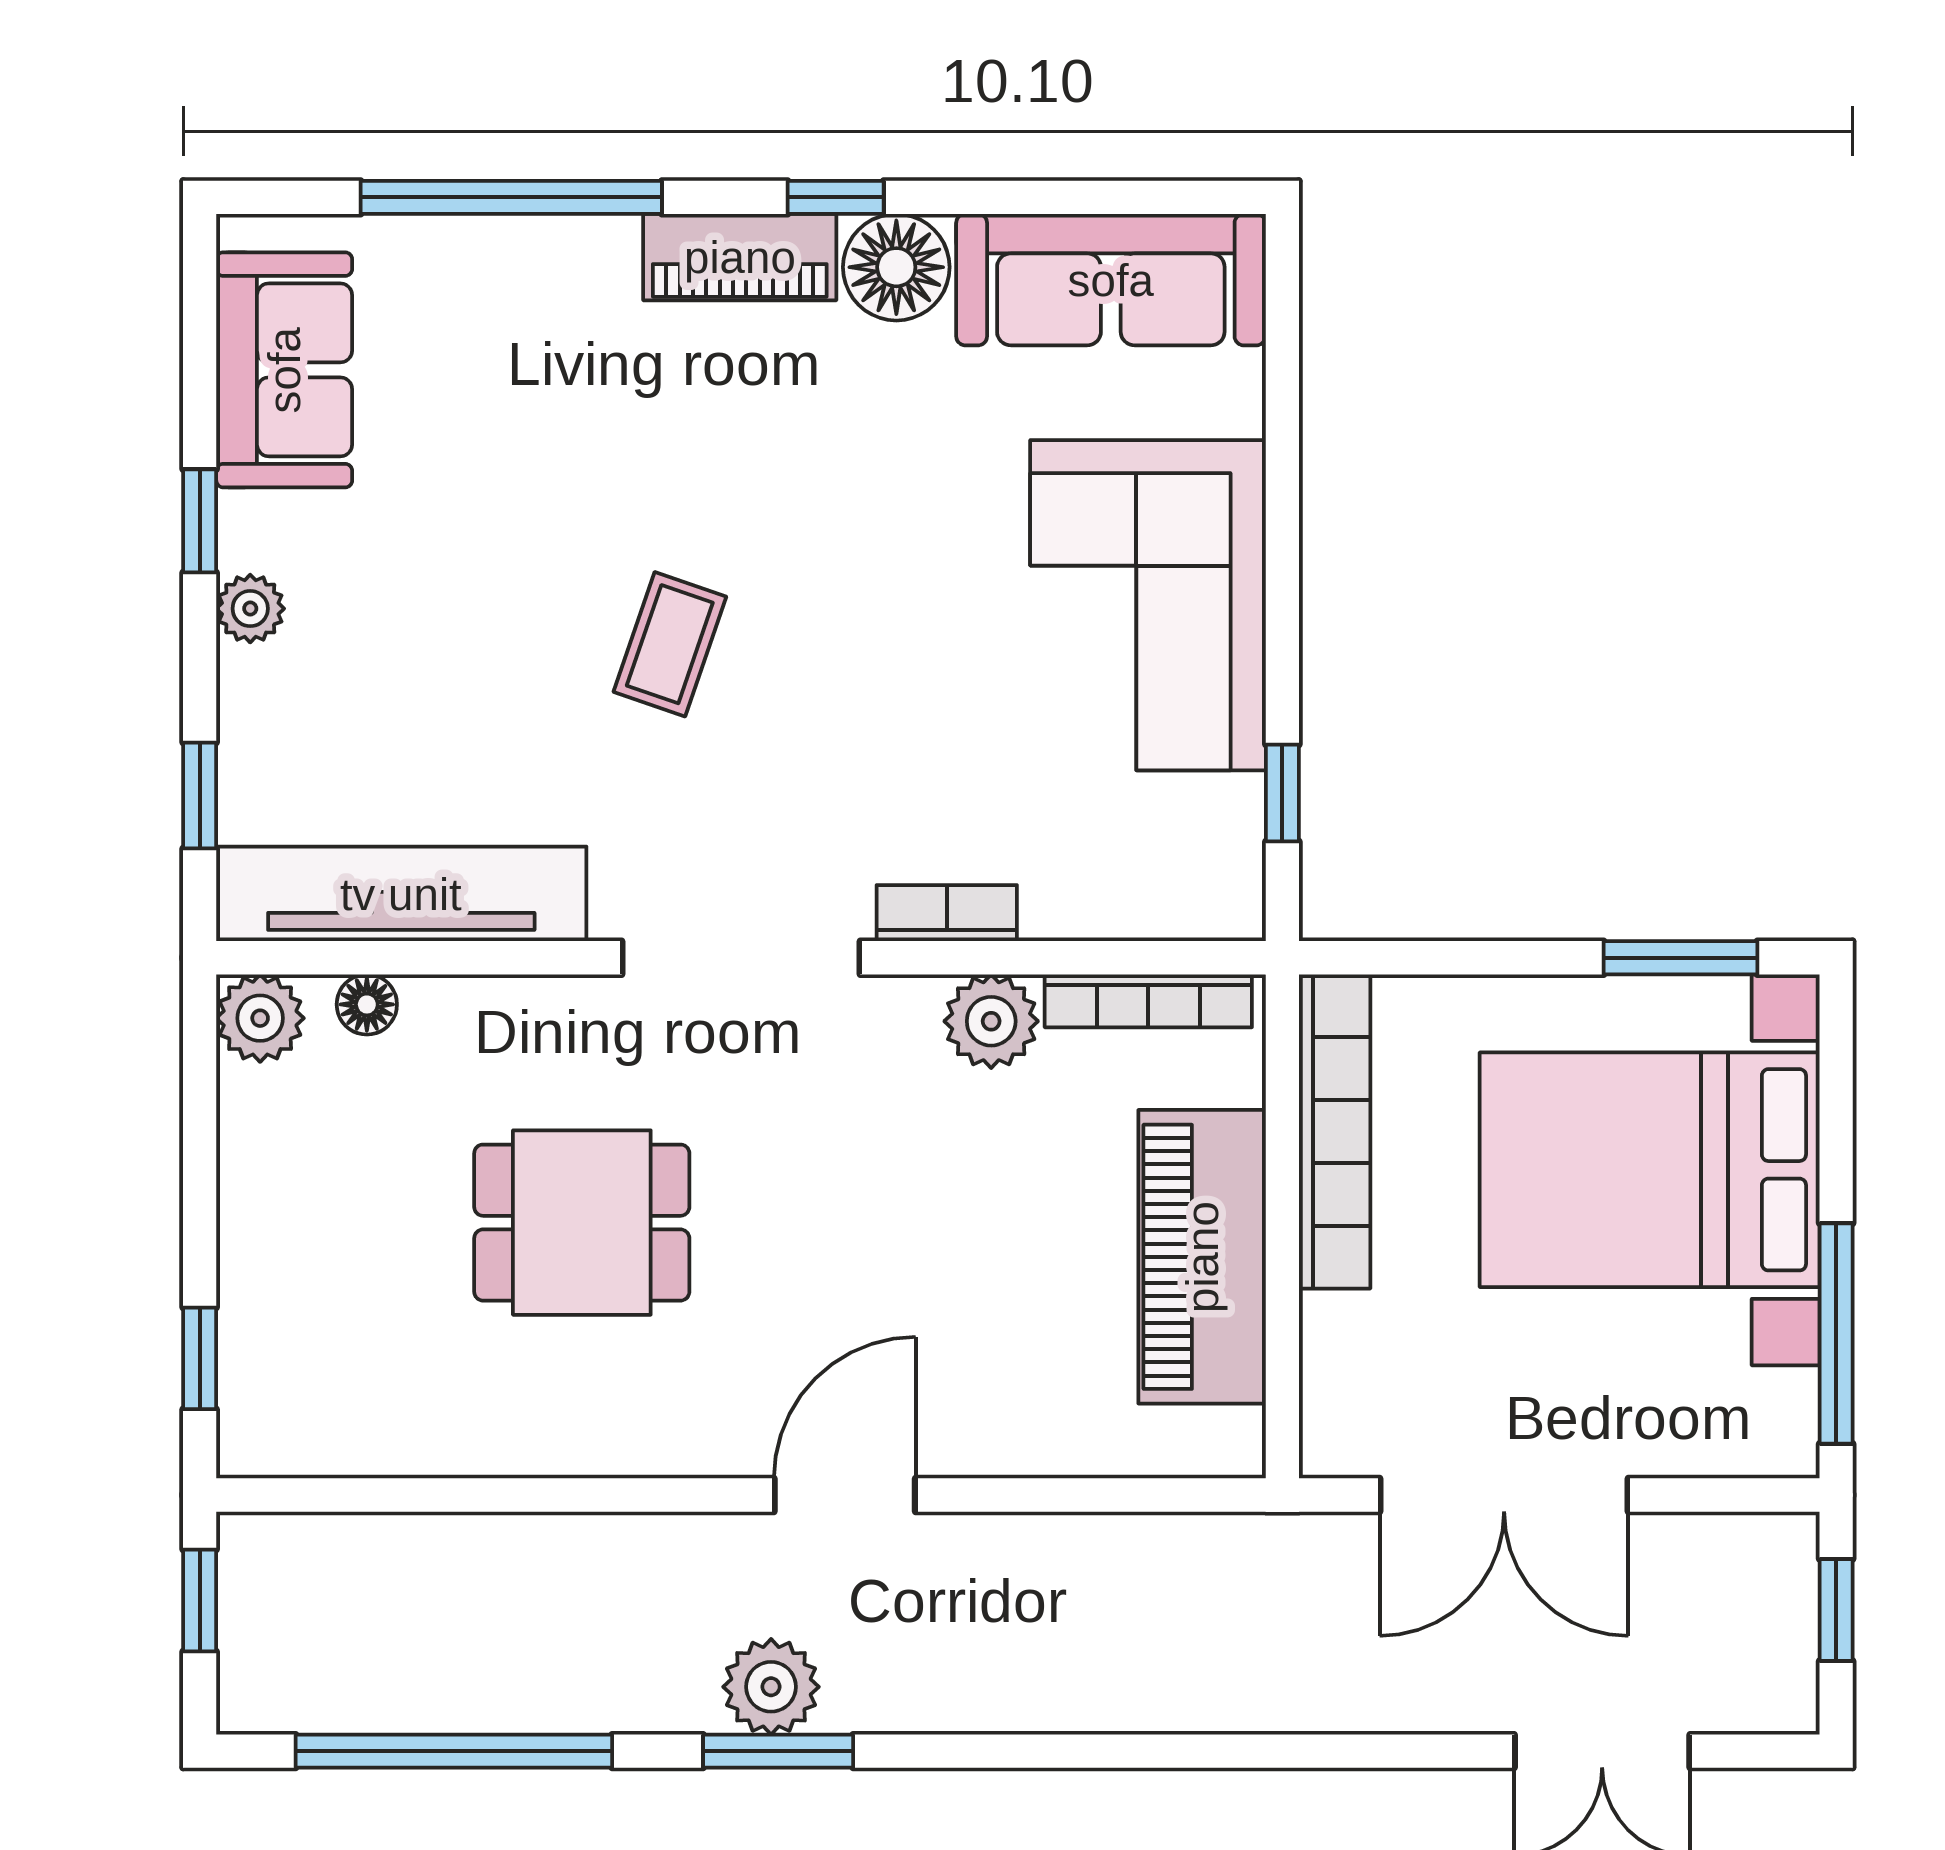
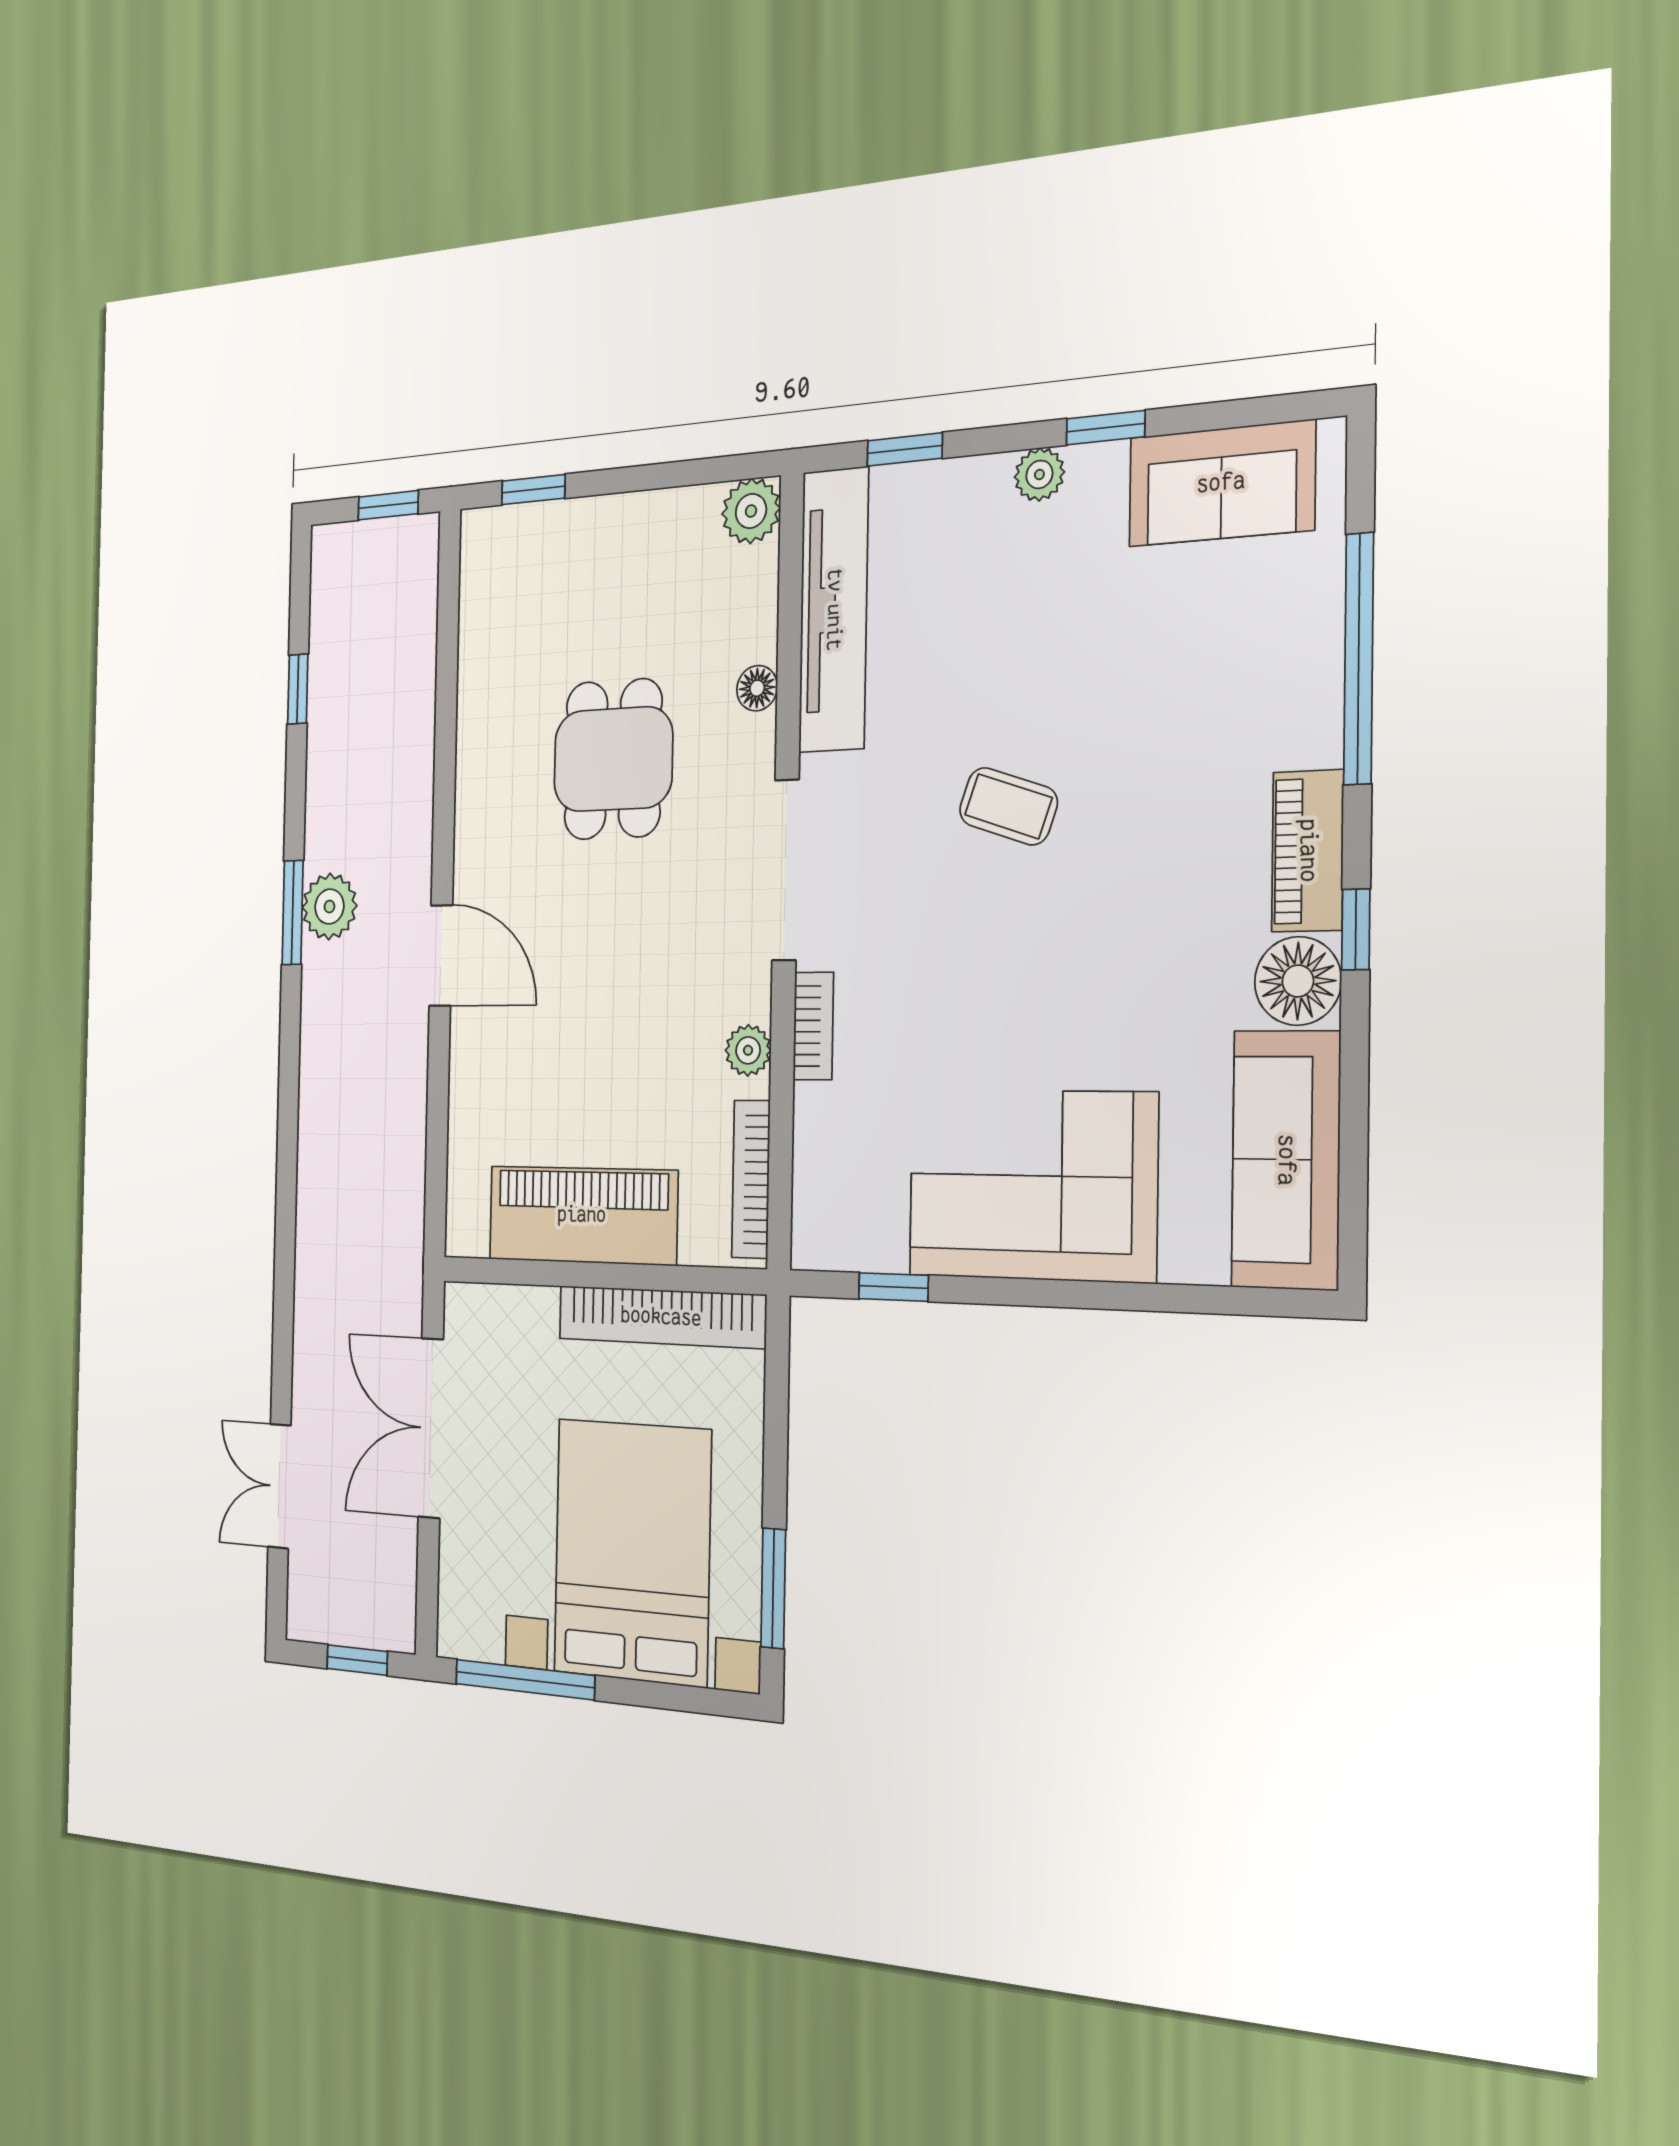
floor lamp: (367, 1004) -> (757, 688), moved
plant: (991, 1021) -> (748, 1050), width x0.73, depth x0.73
window: (454, 1751) -> (298, 689), width x0.32

